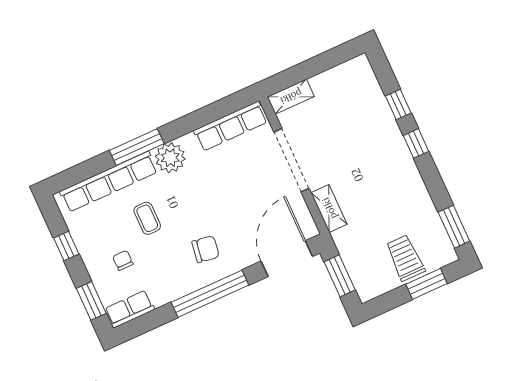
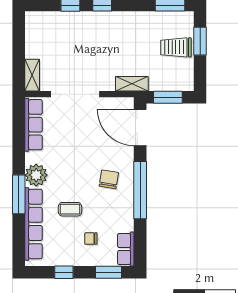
shelving: (329, 208) -> (132, 84), moved

